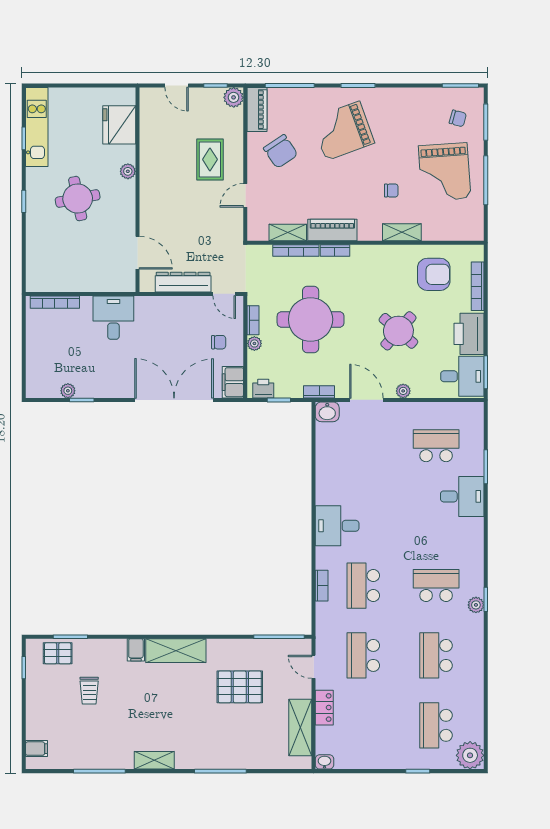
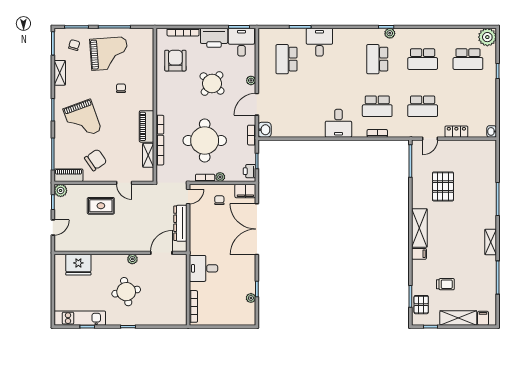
plant: (128, 171) -> (132, 259), moved
shelving: (402, 232) -> (60, 73), moved
shelving: (300, 728) -> (458, 318), moved

